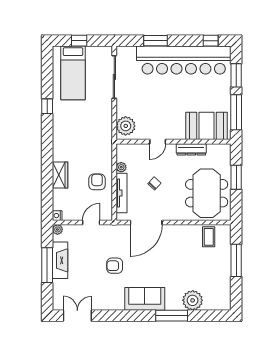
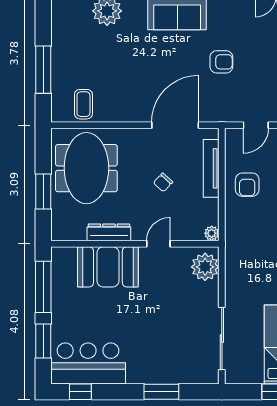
bar counter: (184, 60) -> (88, 363), width x0.54
booth: (207, 126) -> (108, 267), moved
plant: (121, 167) -> (212, 233), moved

